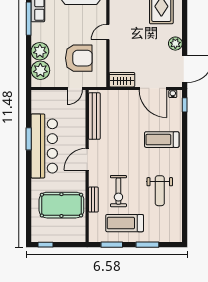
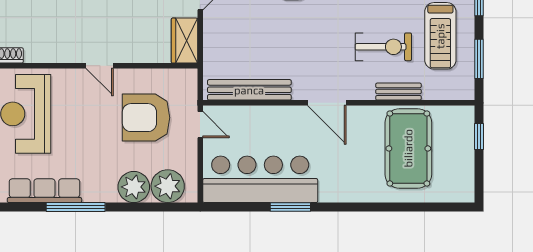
armchair: (79, 58) -> (146, 118), turned -90
bar counter: (44, 146) -> (260, 179), moved
window: (45, 245) -> (479, 136), moved

